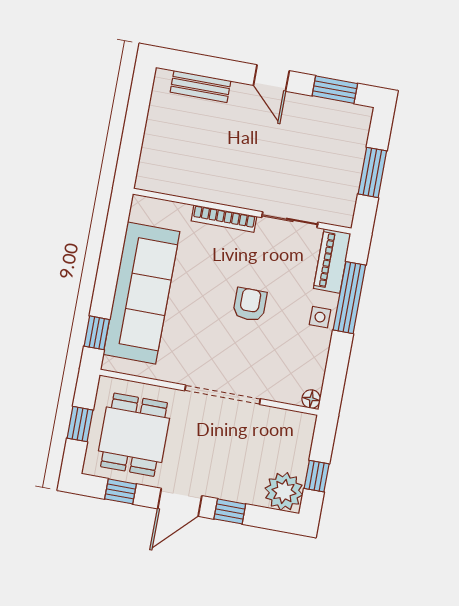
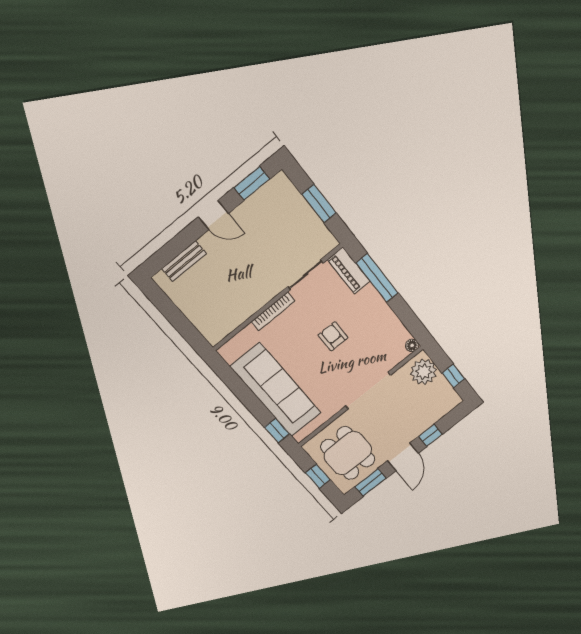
side table: (320, 317) -> (373, 304), removed
window: (120, 491) -> (371, 482), width x1.50
plant: (284, 491) -> (424, 372), moved

